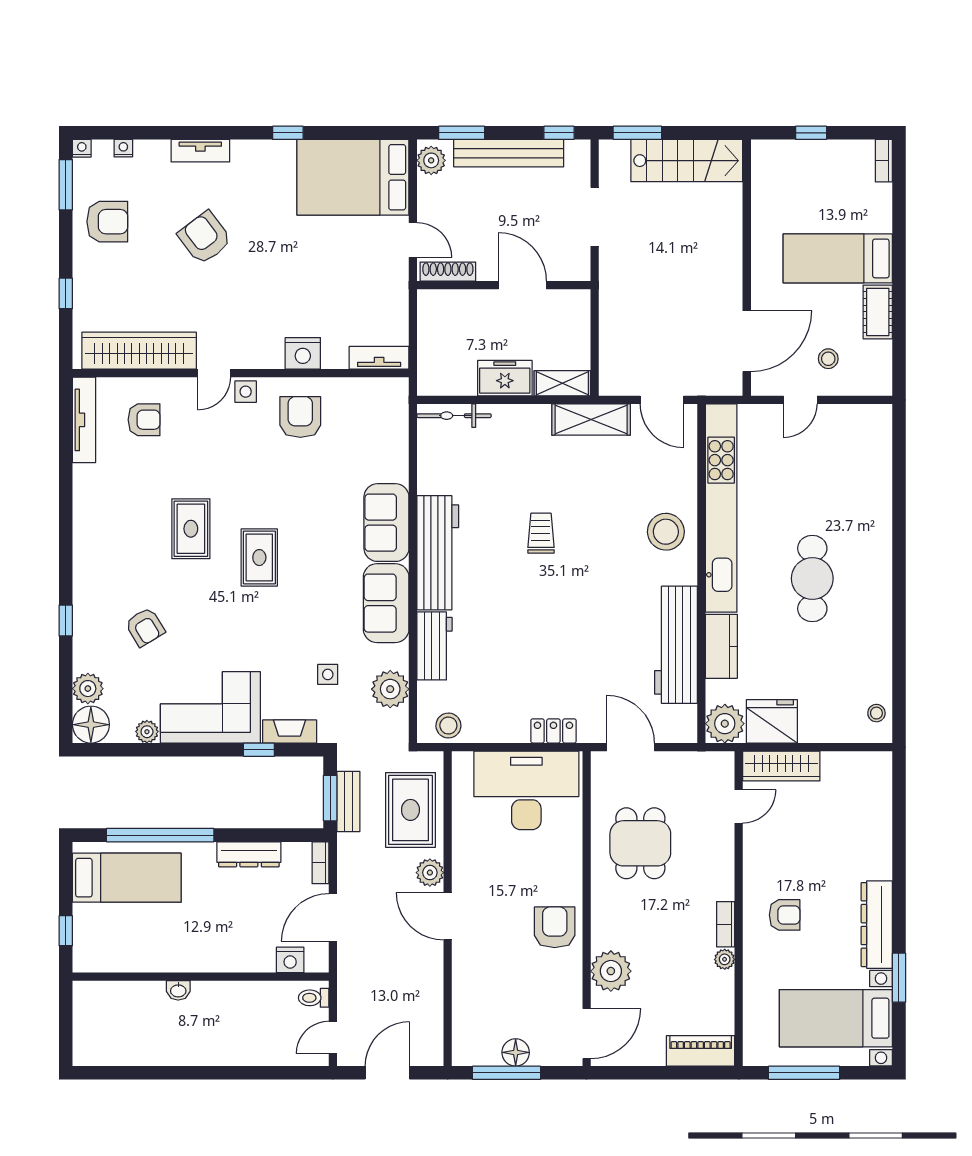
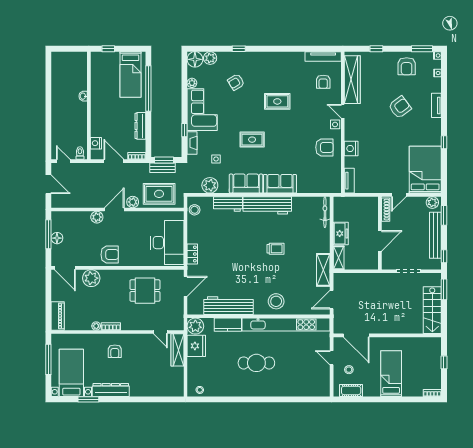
cot: (878, 312) -> (351, 390), moved
rug: (259, 558) -> (252, 140), moved
plant: (466, 958) -> (97, 217), added

